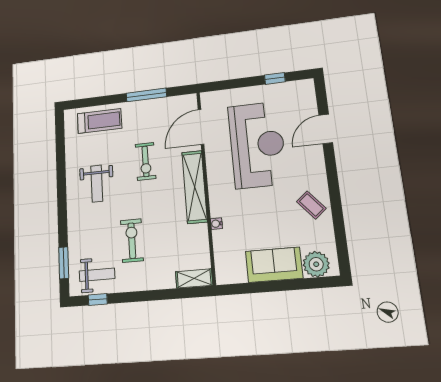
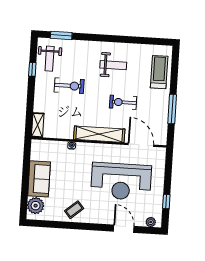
plant: (308, 94) -> (151, 222), added
treadmill: (100, 121) -> (159, 72), turned 180
weight bench: (97, 184) -> (113, 65), turned 180
window: (98, 299) -> (32, 69), moved

